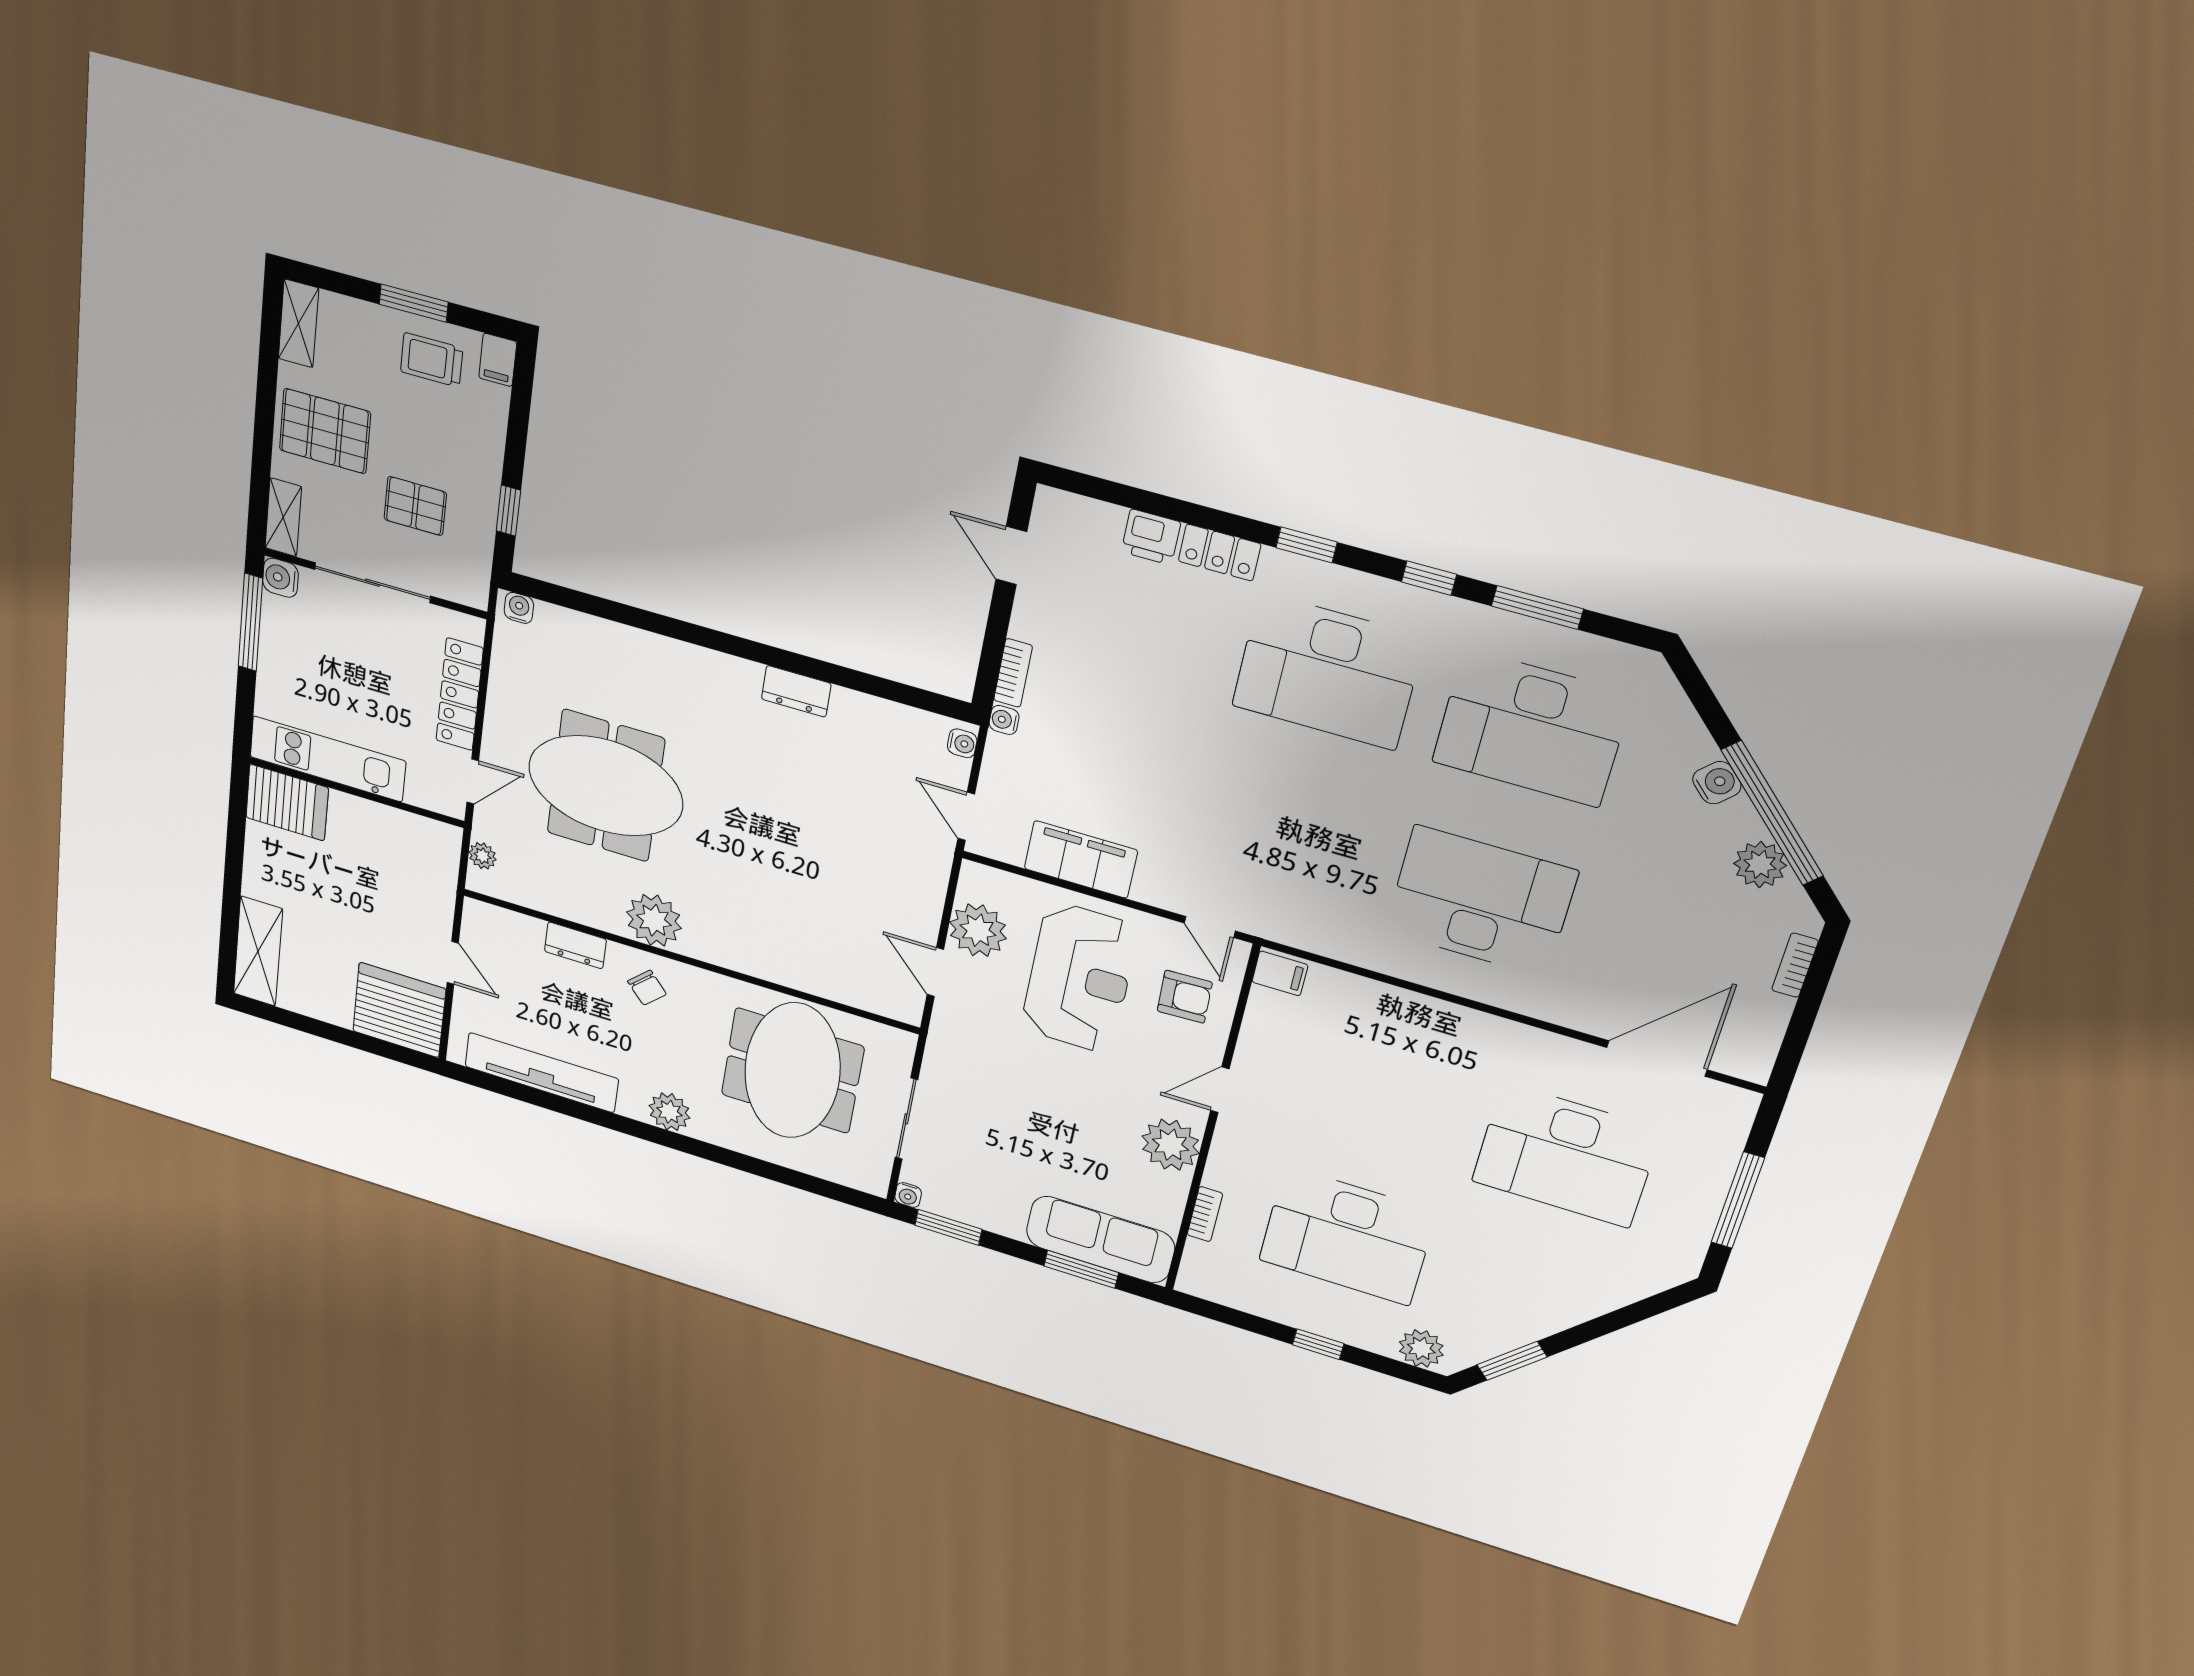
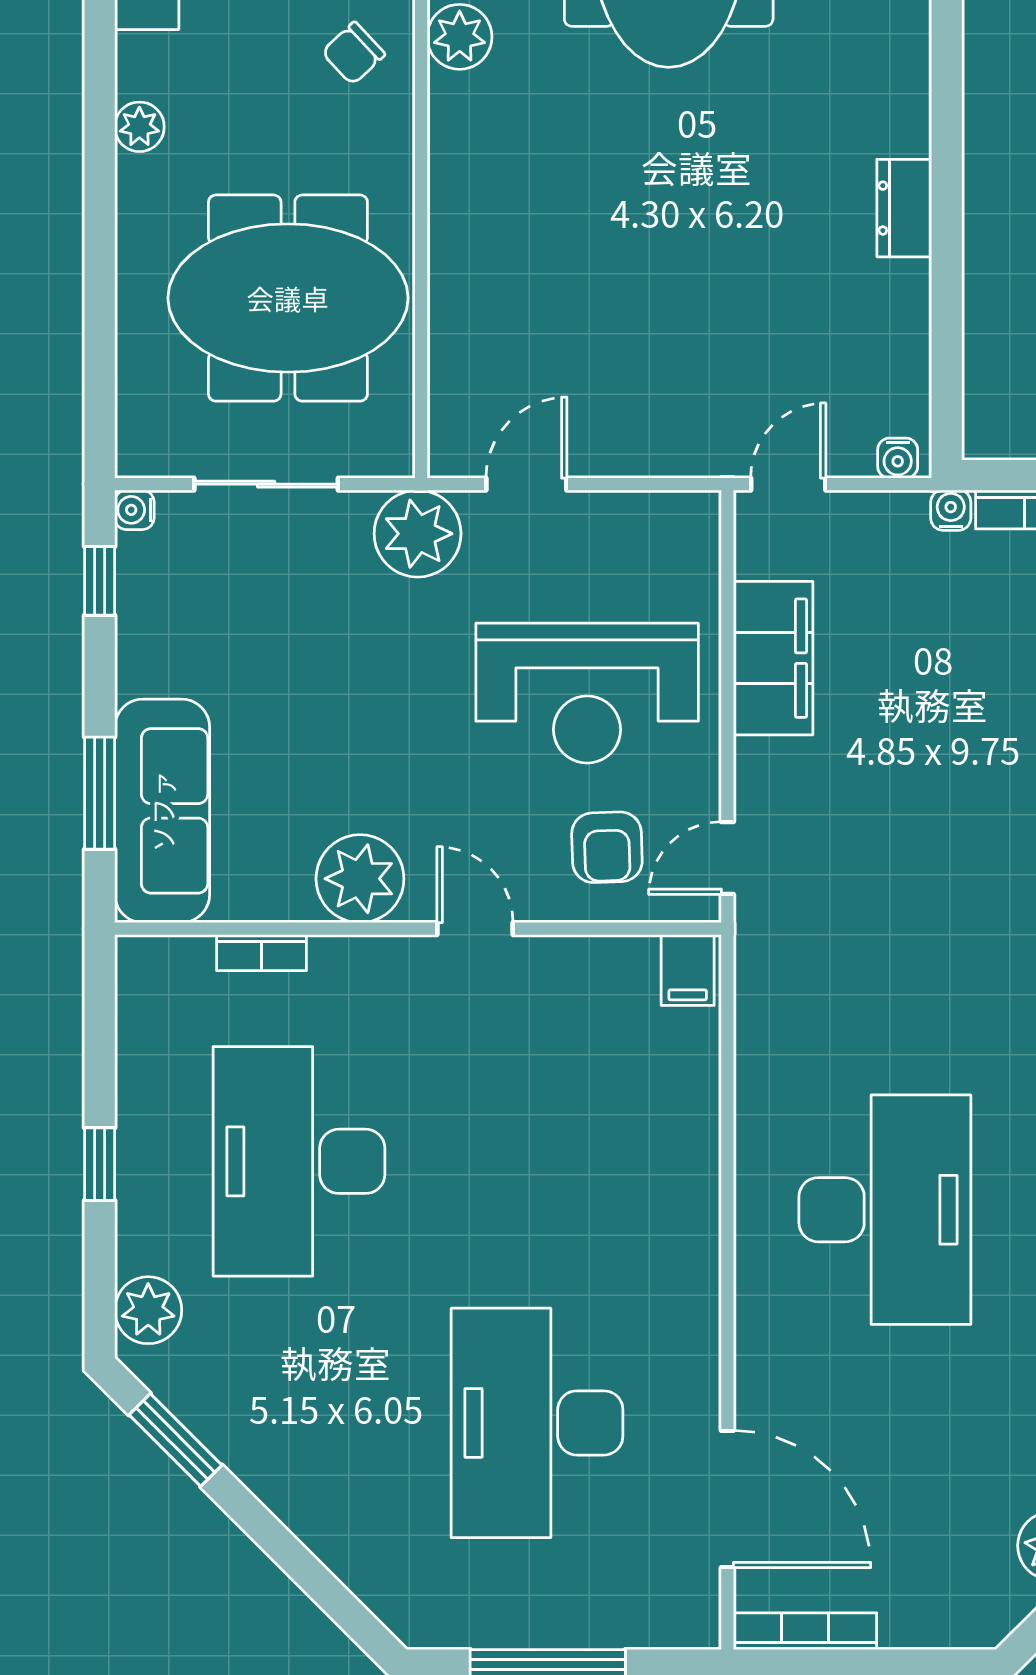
plant: (654, 920) -> (460, 37), width x0.73, depth x0.73
plant: (978, 930) -> (418, 534), moved
bookcase: (1795, 965) -> (805, 1631), moved, width x1.56
plant: (669, 1112) -> (139, 127), width x0.73, depth x0.73
window: (948, 1227) -> (100, 581), width x0.67

